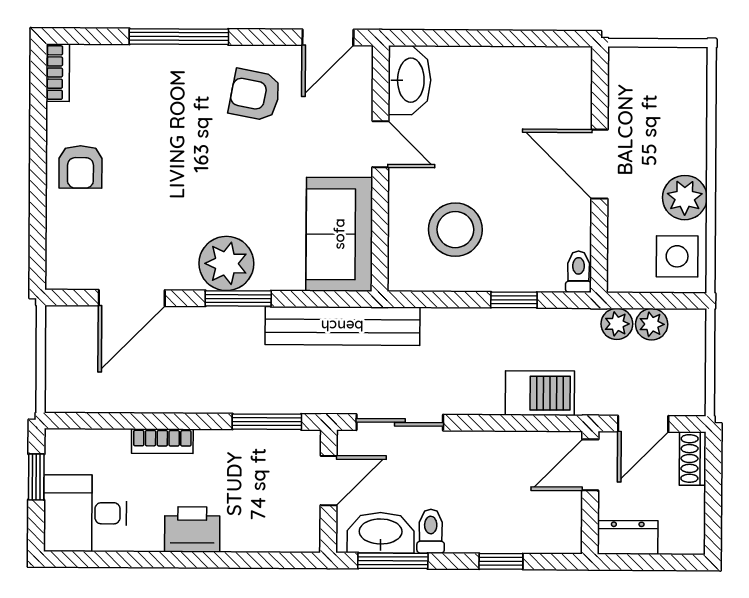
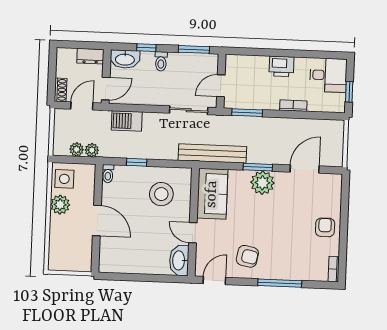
toilet: (431, 531) -> (161, 61), moved
washbasin: (381, 533) -> (125, 59), moved

